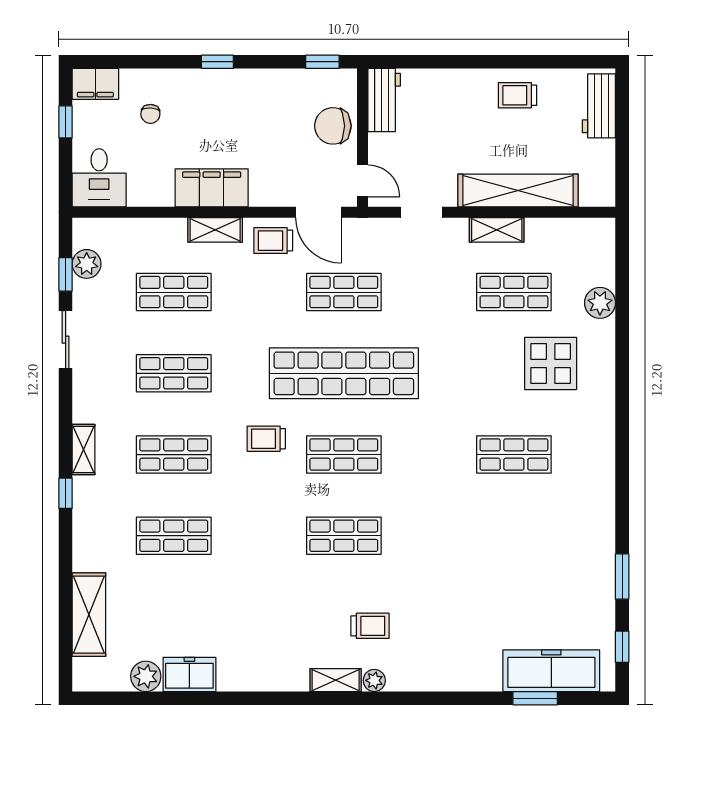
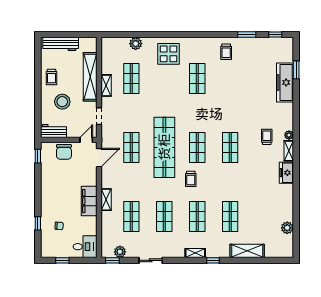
window: (217, 62) -> (38, 223), moved
filing cabinet: (95, 84) -> (47, 248), removed
workbench: (599, 106) -> (61, 44), width x1.38
stool: (457, 122) -> (62, 102), added
trolley: (273, 241) -> (226, 52), moved
window: (66, 274) -> (112, 260), moved
display table: (551, 363) -> (168, 54), moved
shelving: (89, 615) -> (247, 251), moved
freezer: (551, 671) -> (285, 82), moved
freezer: (189, 674) -> (286, 173), moved

